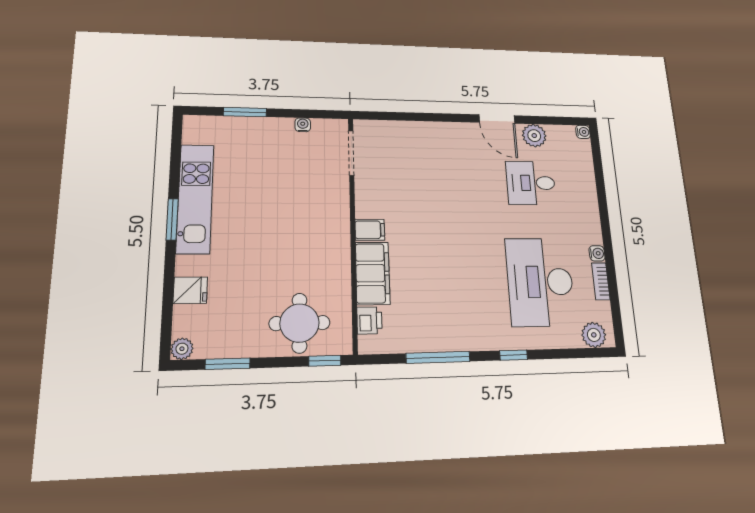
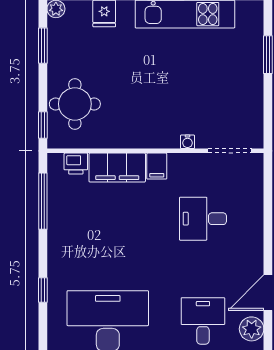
water cooler: (303, 125) -> (188, 142), moved, turned 90
desk: (425, 182) -> (203, 219), added
window: (438, 357) -> (43, 201), moved

